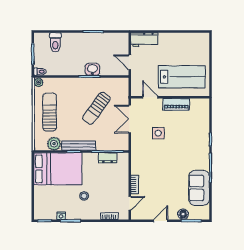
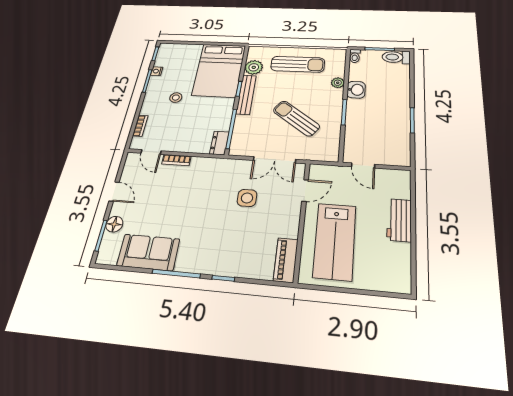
workbench: (144, 40) -> (399, 220), moved
toilet: (55, 42) -> (396, 57), moved
door: (130, 62) -> (363, 166), swing flipped
washbasin: (92, 69) -> (356, 90), moved
plant: (39, 82) -> (338, 83), moved
piano: (176, 104) -> (286, 260), moved
double door: (130, 119) -> (274, 160), swing flipped
dresser: (108, 158) -> (219, 143), moved

